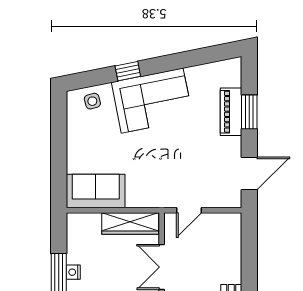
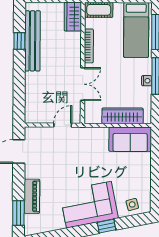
window: (249, 112) -> (18, 213), moved
wardrobe: (130, 223) -> (123, 116), moved

